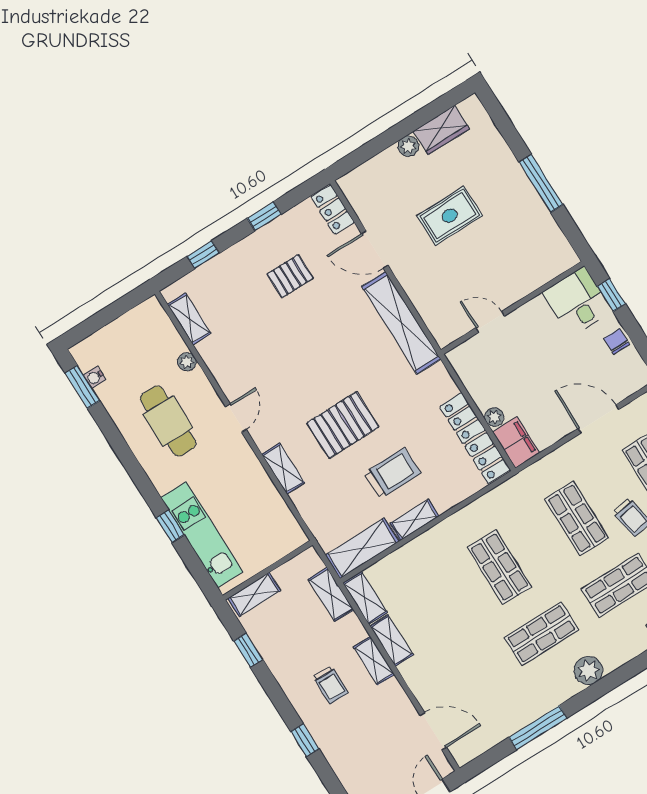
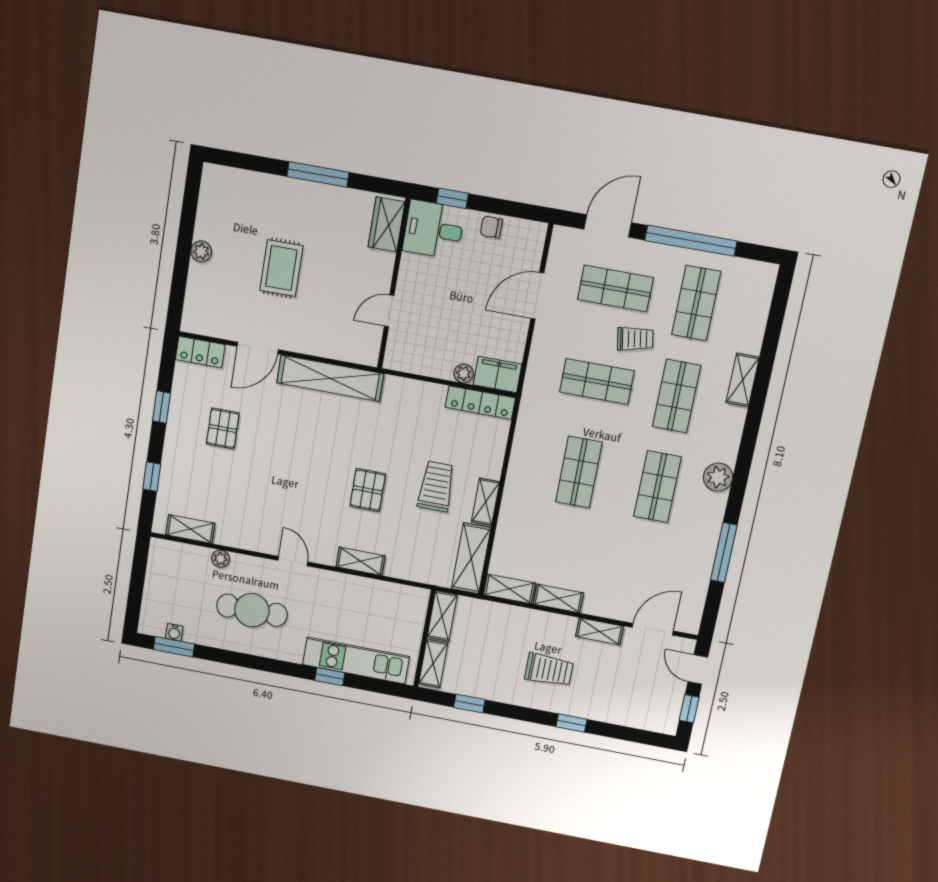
wardrobe: (441, 130) -> (387, 224), moved, turned 180
pallet: (343, 425) -> (368, 490), width x0.67, depth x0.71
locker: (475, 438) -> (480, 403), width x0.71, depth x0.83
shop shelf: (499, 567) -> (579, 472), turned 90
shelving: (331, 594) -> (442, 616), moved, turned 90
shelving: (374, 661) -> (600, 631), moved
trolley: (331, 685) -> (549, 670), width x1.36, depth x1.39

